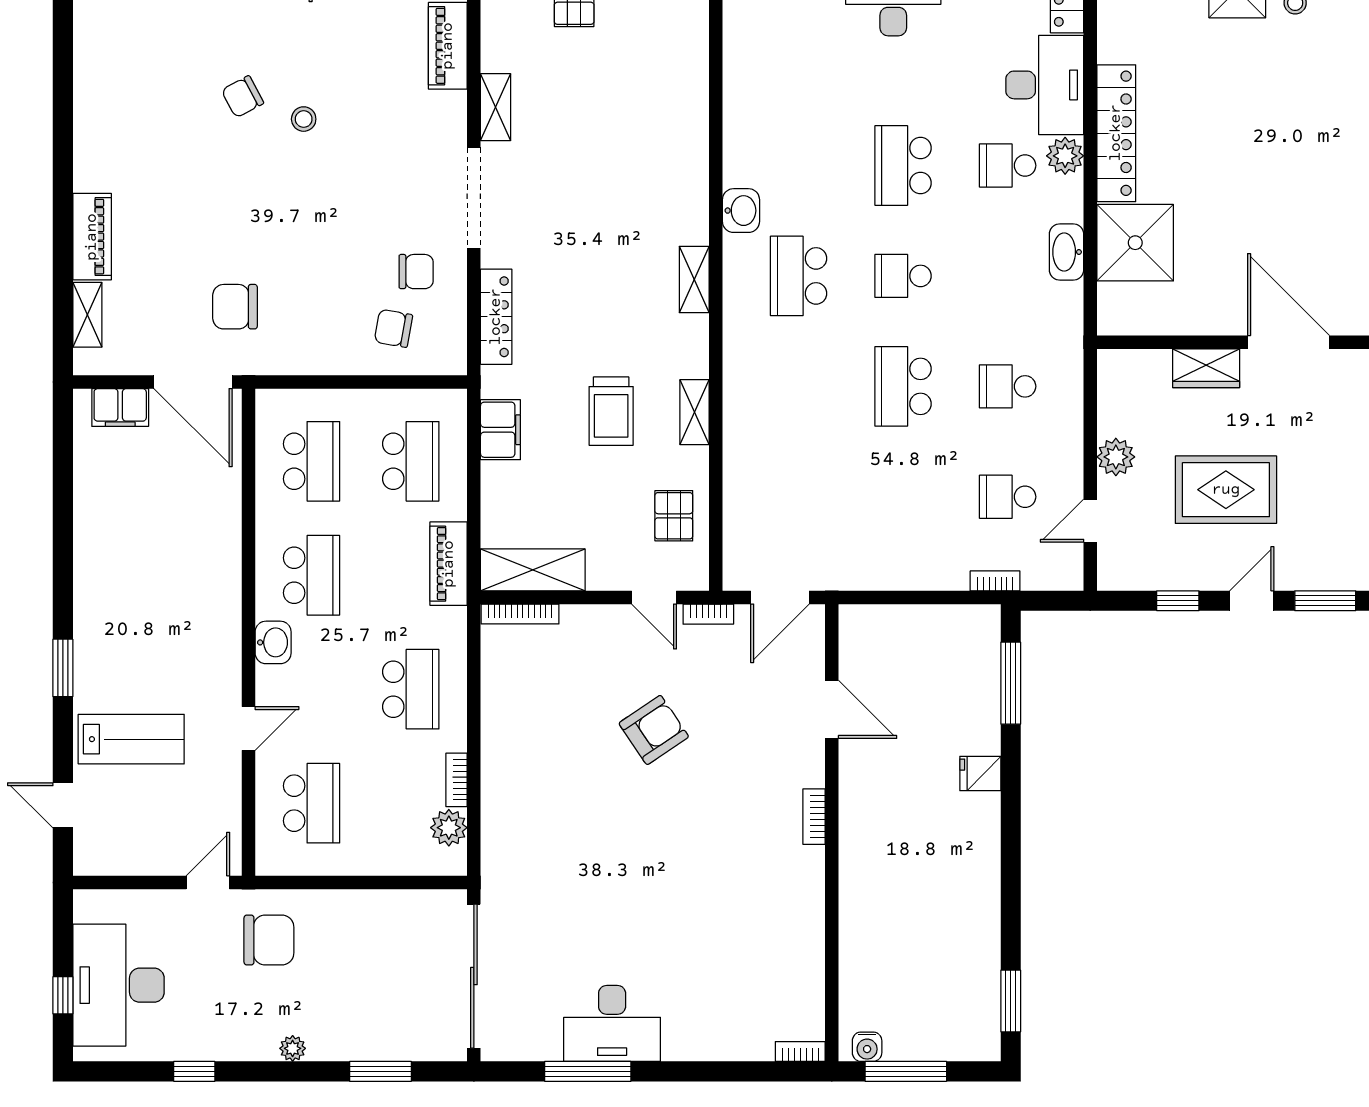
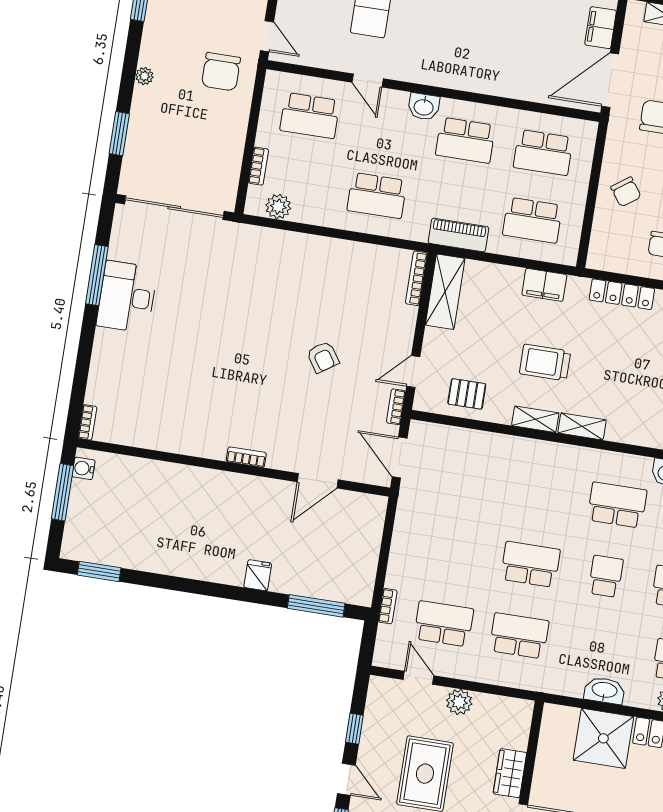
shelving: (694, 279) -> (582, 426), moved
chair: (393, 328) -> (626, 192), moved, turned 134
school desk: (1008, 386) -> (519, 636), width x1.85
school desk: (1008, 497) -> (444, 624), width x1.85
armchair: (654, 730) -> (323, 357), width x0.72, depth x0.72
bookcase: (457, 780) -> (258, 166), moved, turned 90

